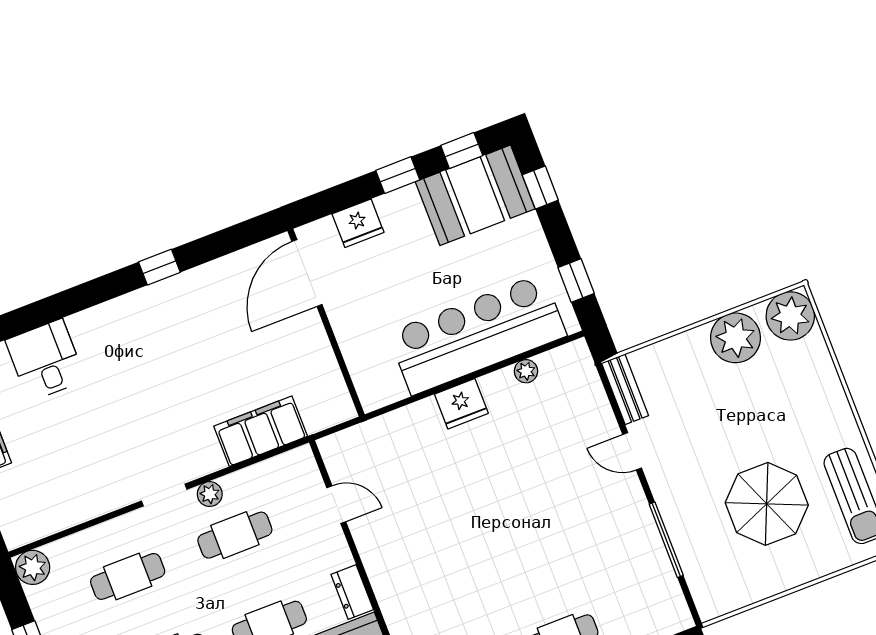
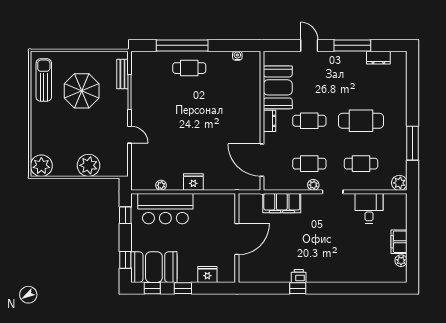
door: (307, 273) -> (237, 239), moved
printer: (167, 293) -> (299, 276), added
bar counter: (477, 334) -> (165, 209), width x0.73
plant: (736, 338) -> (89, 165), moved
desk: (45, 360) -> (369, 208), moved, turned 180
bench: (625, 389) -> (122, 74), moved
door: (336, 505) -> (262, 160), width x1.88

